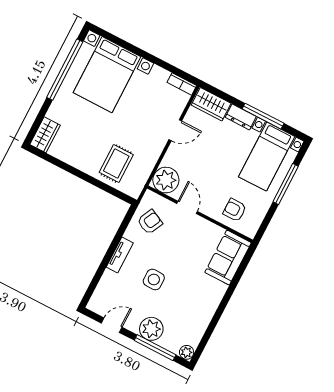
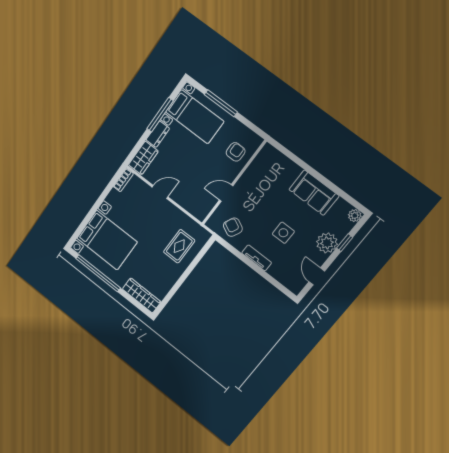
door: (175, 130) -> (160, 192), hinge flipped
wardrobe: (45, 135) -> (142, 295), width x1.50
rug: (116, 164) -> (179, 246), turned 90
plant: (166, 180) -> (200, 207), removed
armchair: (235, 210) -> (236, 152), turned 180
sofa: (228, 258) -> (314, 193), moved
window: (155, 348) -> (345, 243), width x0.46

